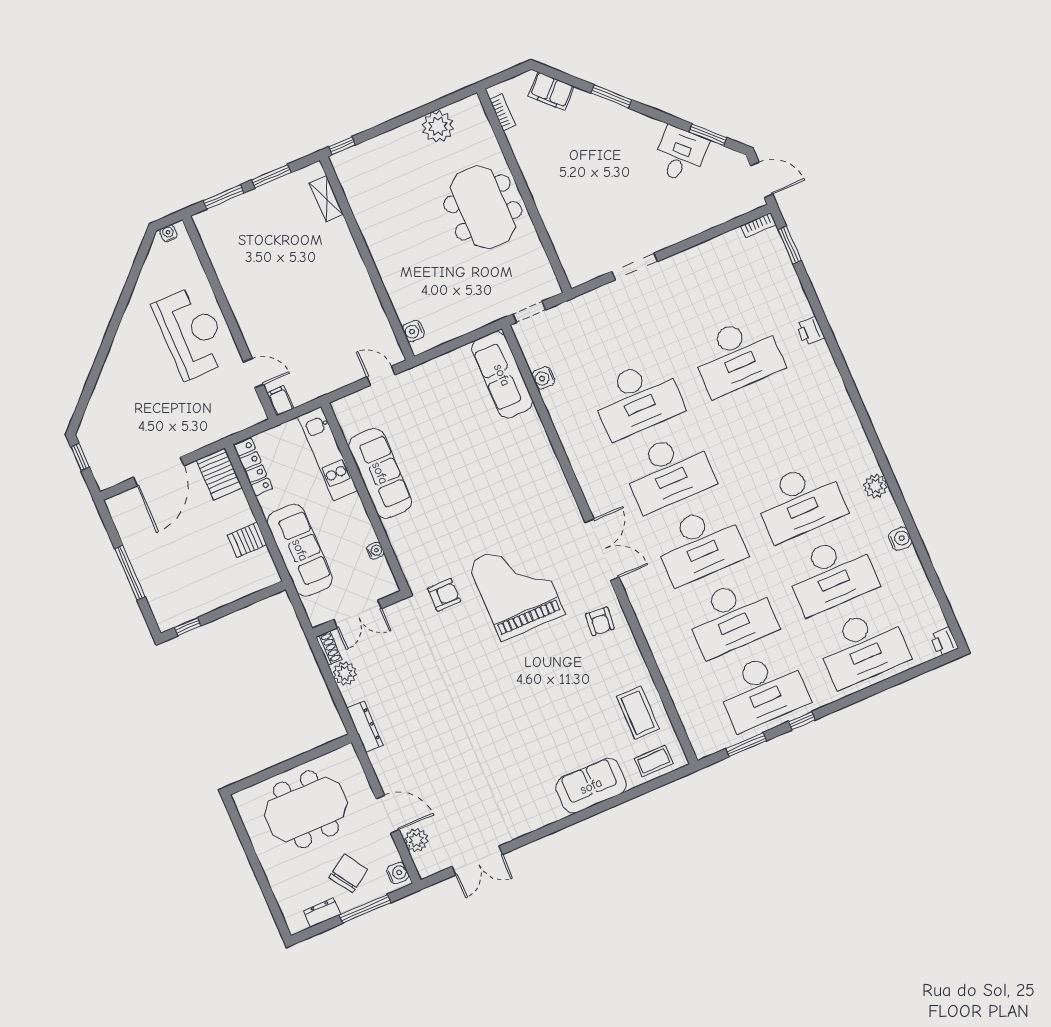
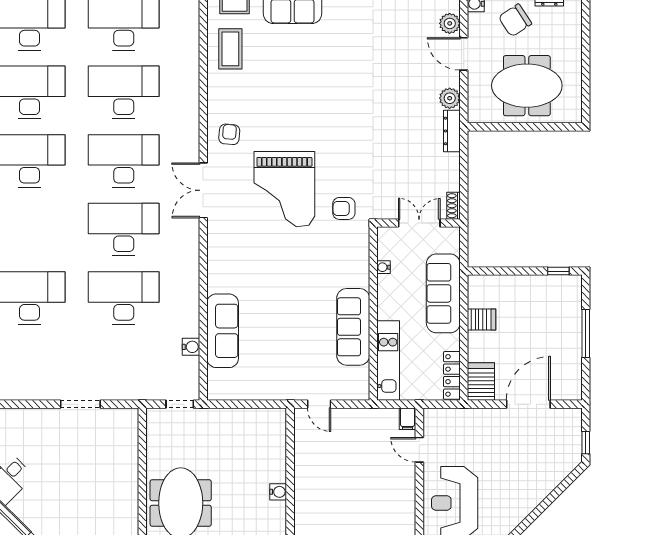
water cooler: (413, 331) -> (278, 492), moved
sofa: (502, 375) -> (223, 331), moved
plant: (345, 673) -> (450, 98), moved

